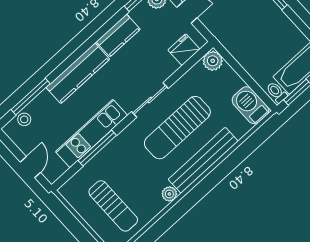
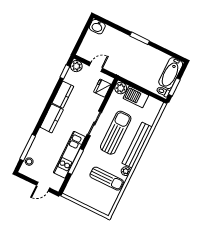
kitchen counter: (78, 73) -> (52, 118), width x0.67
barbecue: (250, 105) -> (136, 97), moved
sun lounger: (177, 128) -> (116, 133), turned 180
door: (30, 167) -> (43, 187), swing flipped
sun lounger: (113, 206) -> (107, 179), moved

